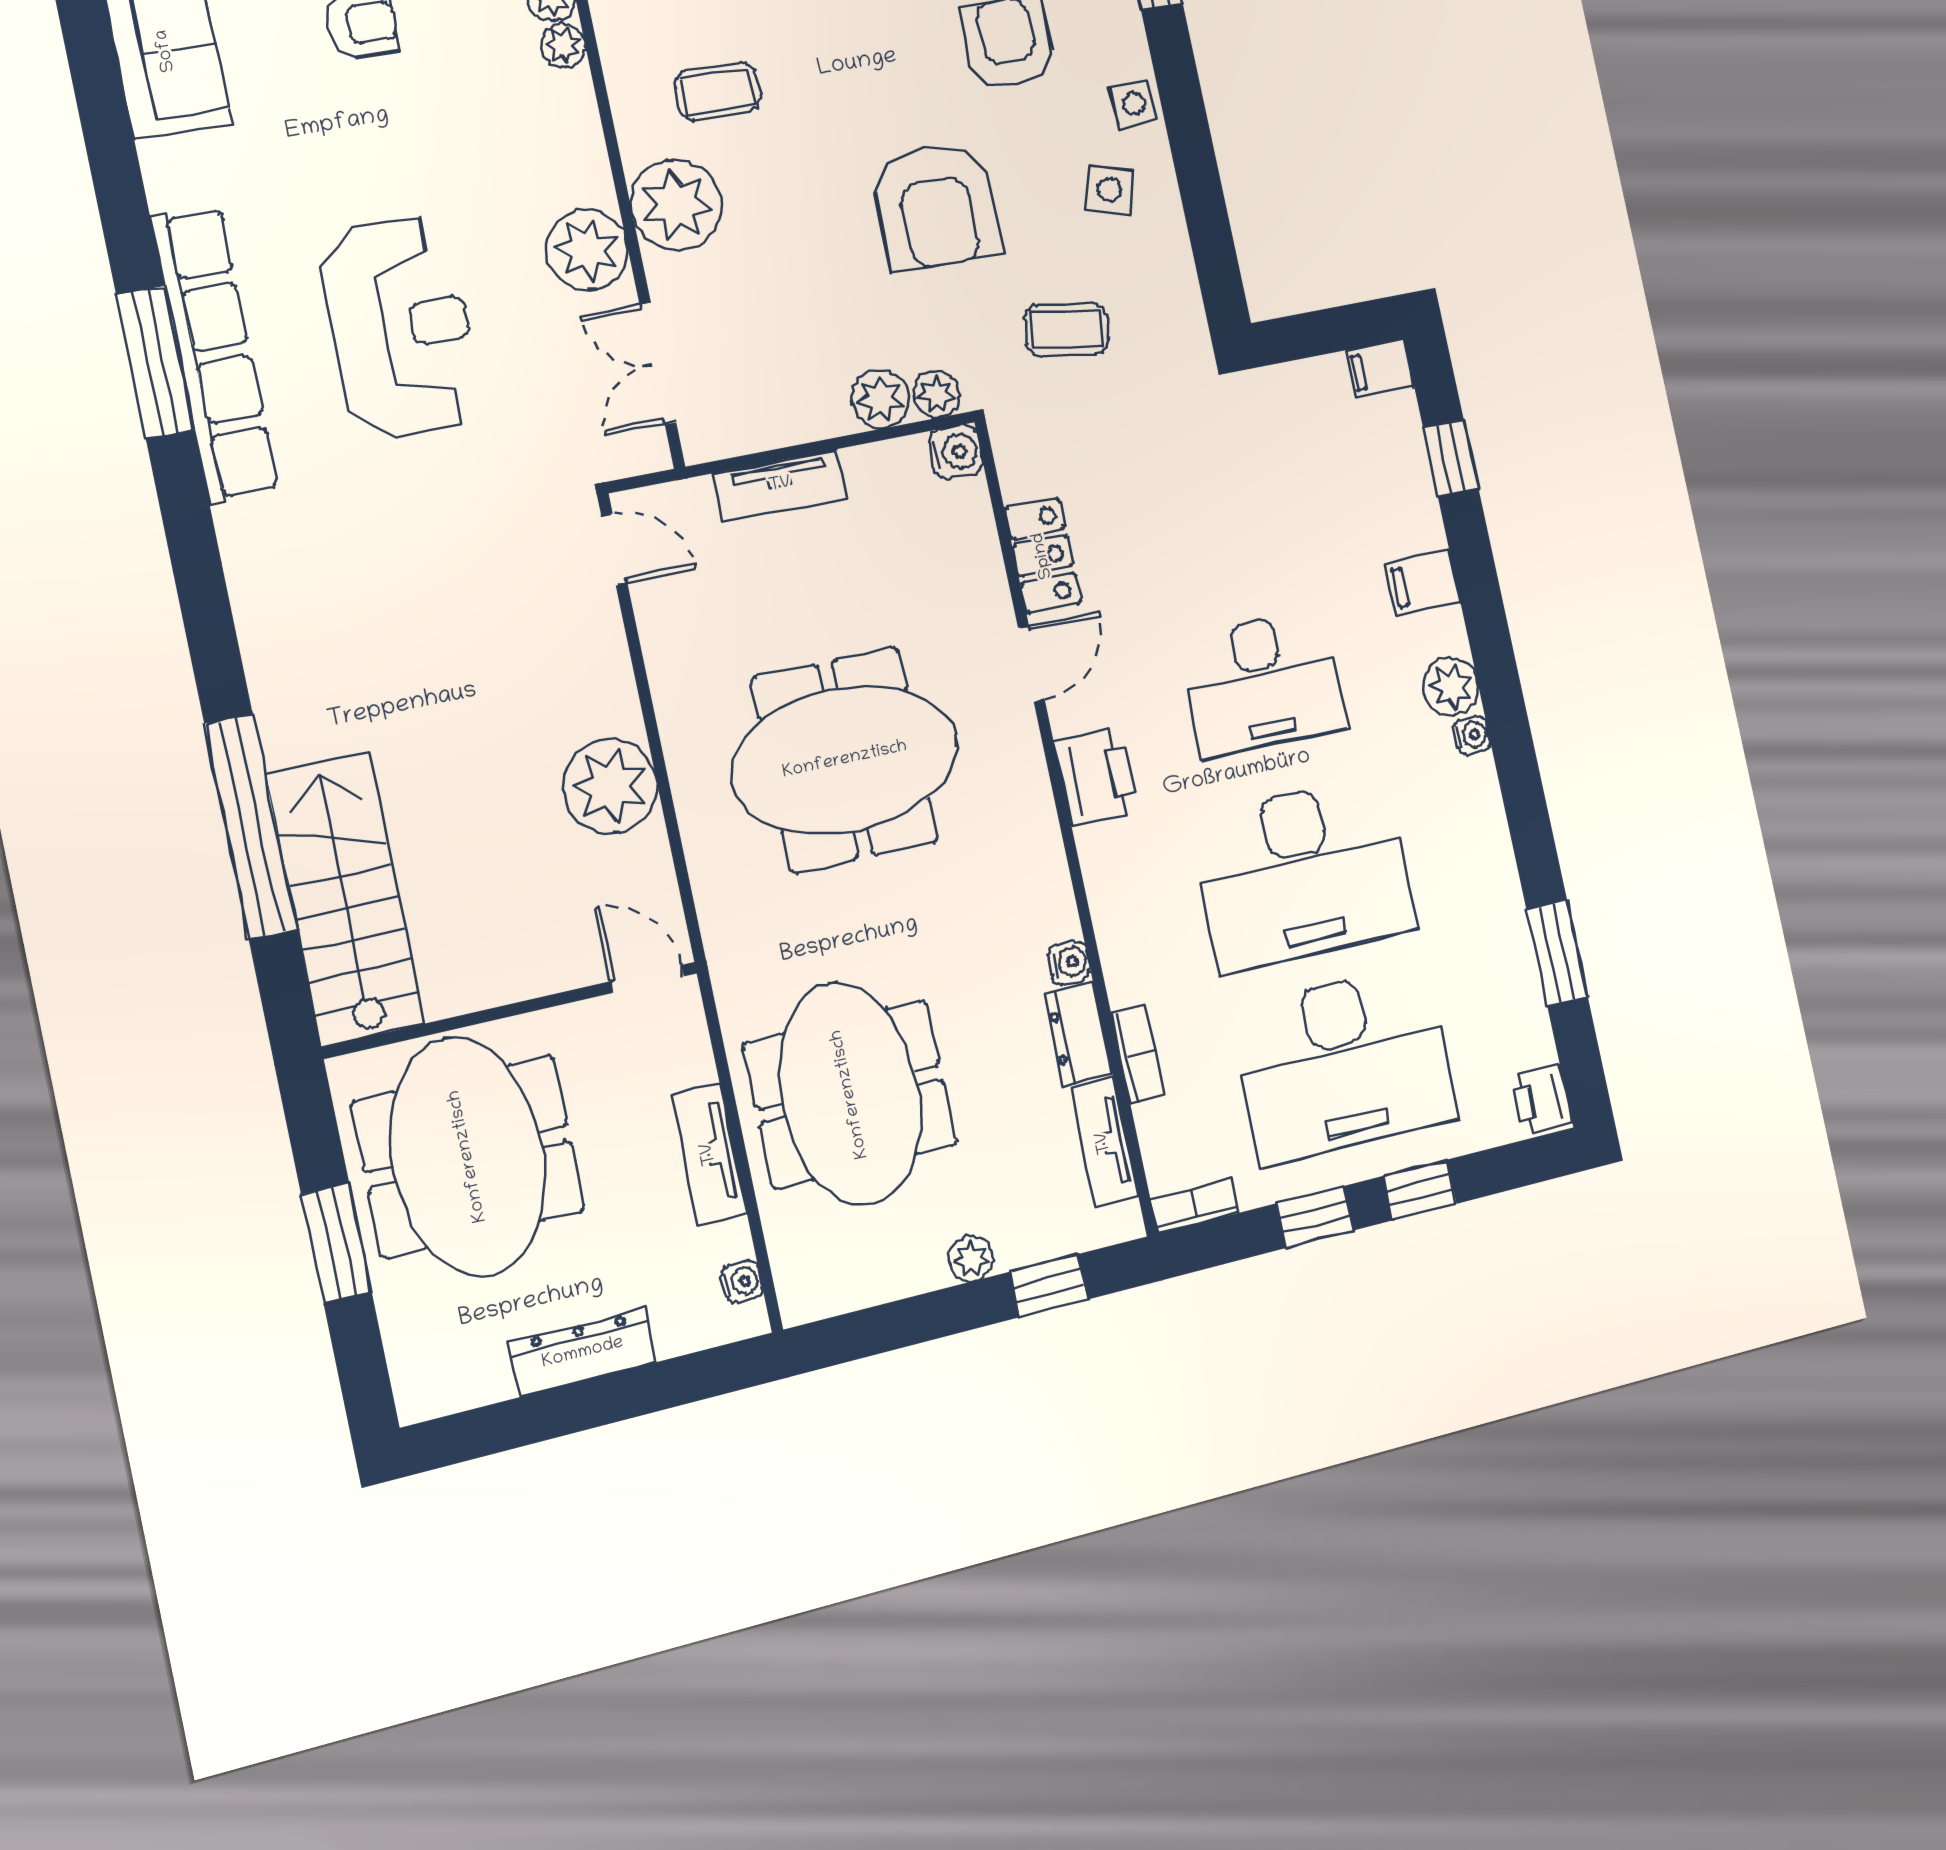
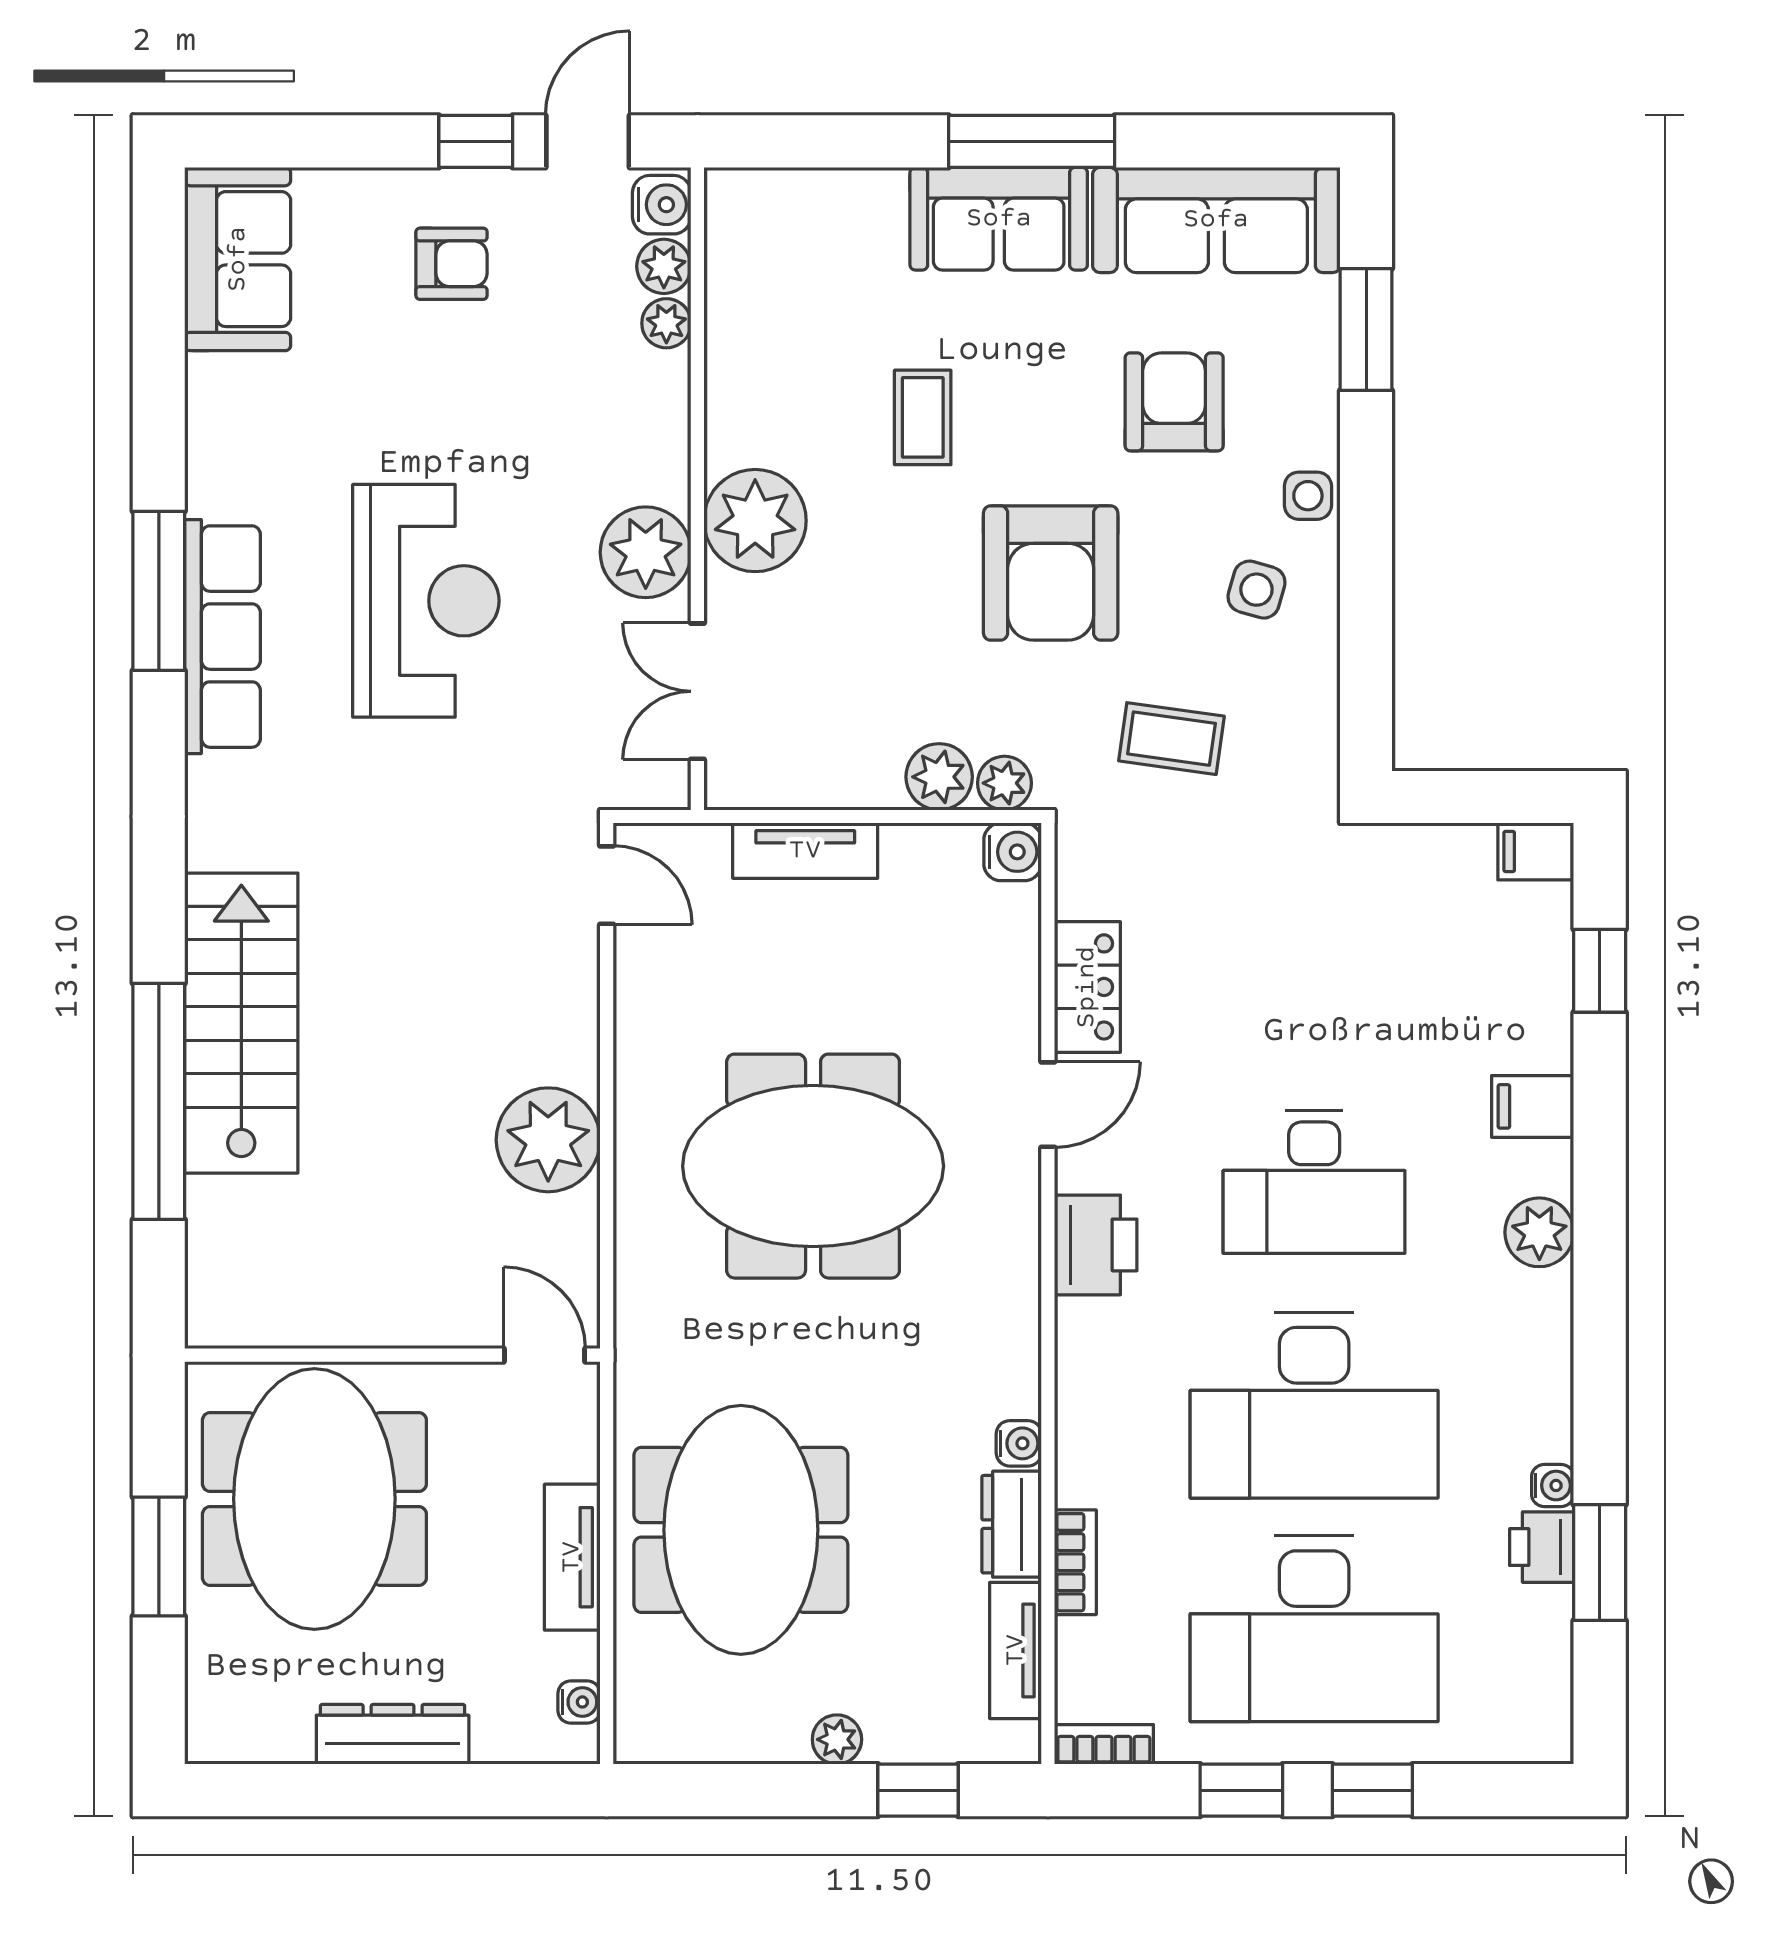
coffee table: (717, 91) -> (923, 417), moved, turned 90
row of seats: (215, 355) -> (223, 637), width x0.73
water cooler: (1472, 735) -> (1553, 1485), moved
stairs: (345, 899) -> (241, 1023), moved
printer: (1541, 1100) -> (1542, 1547), moved

